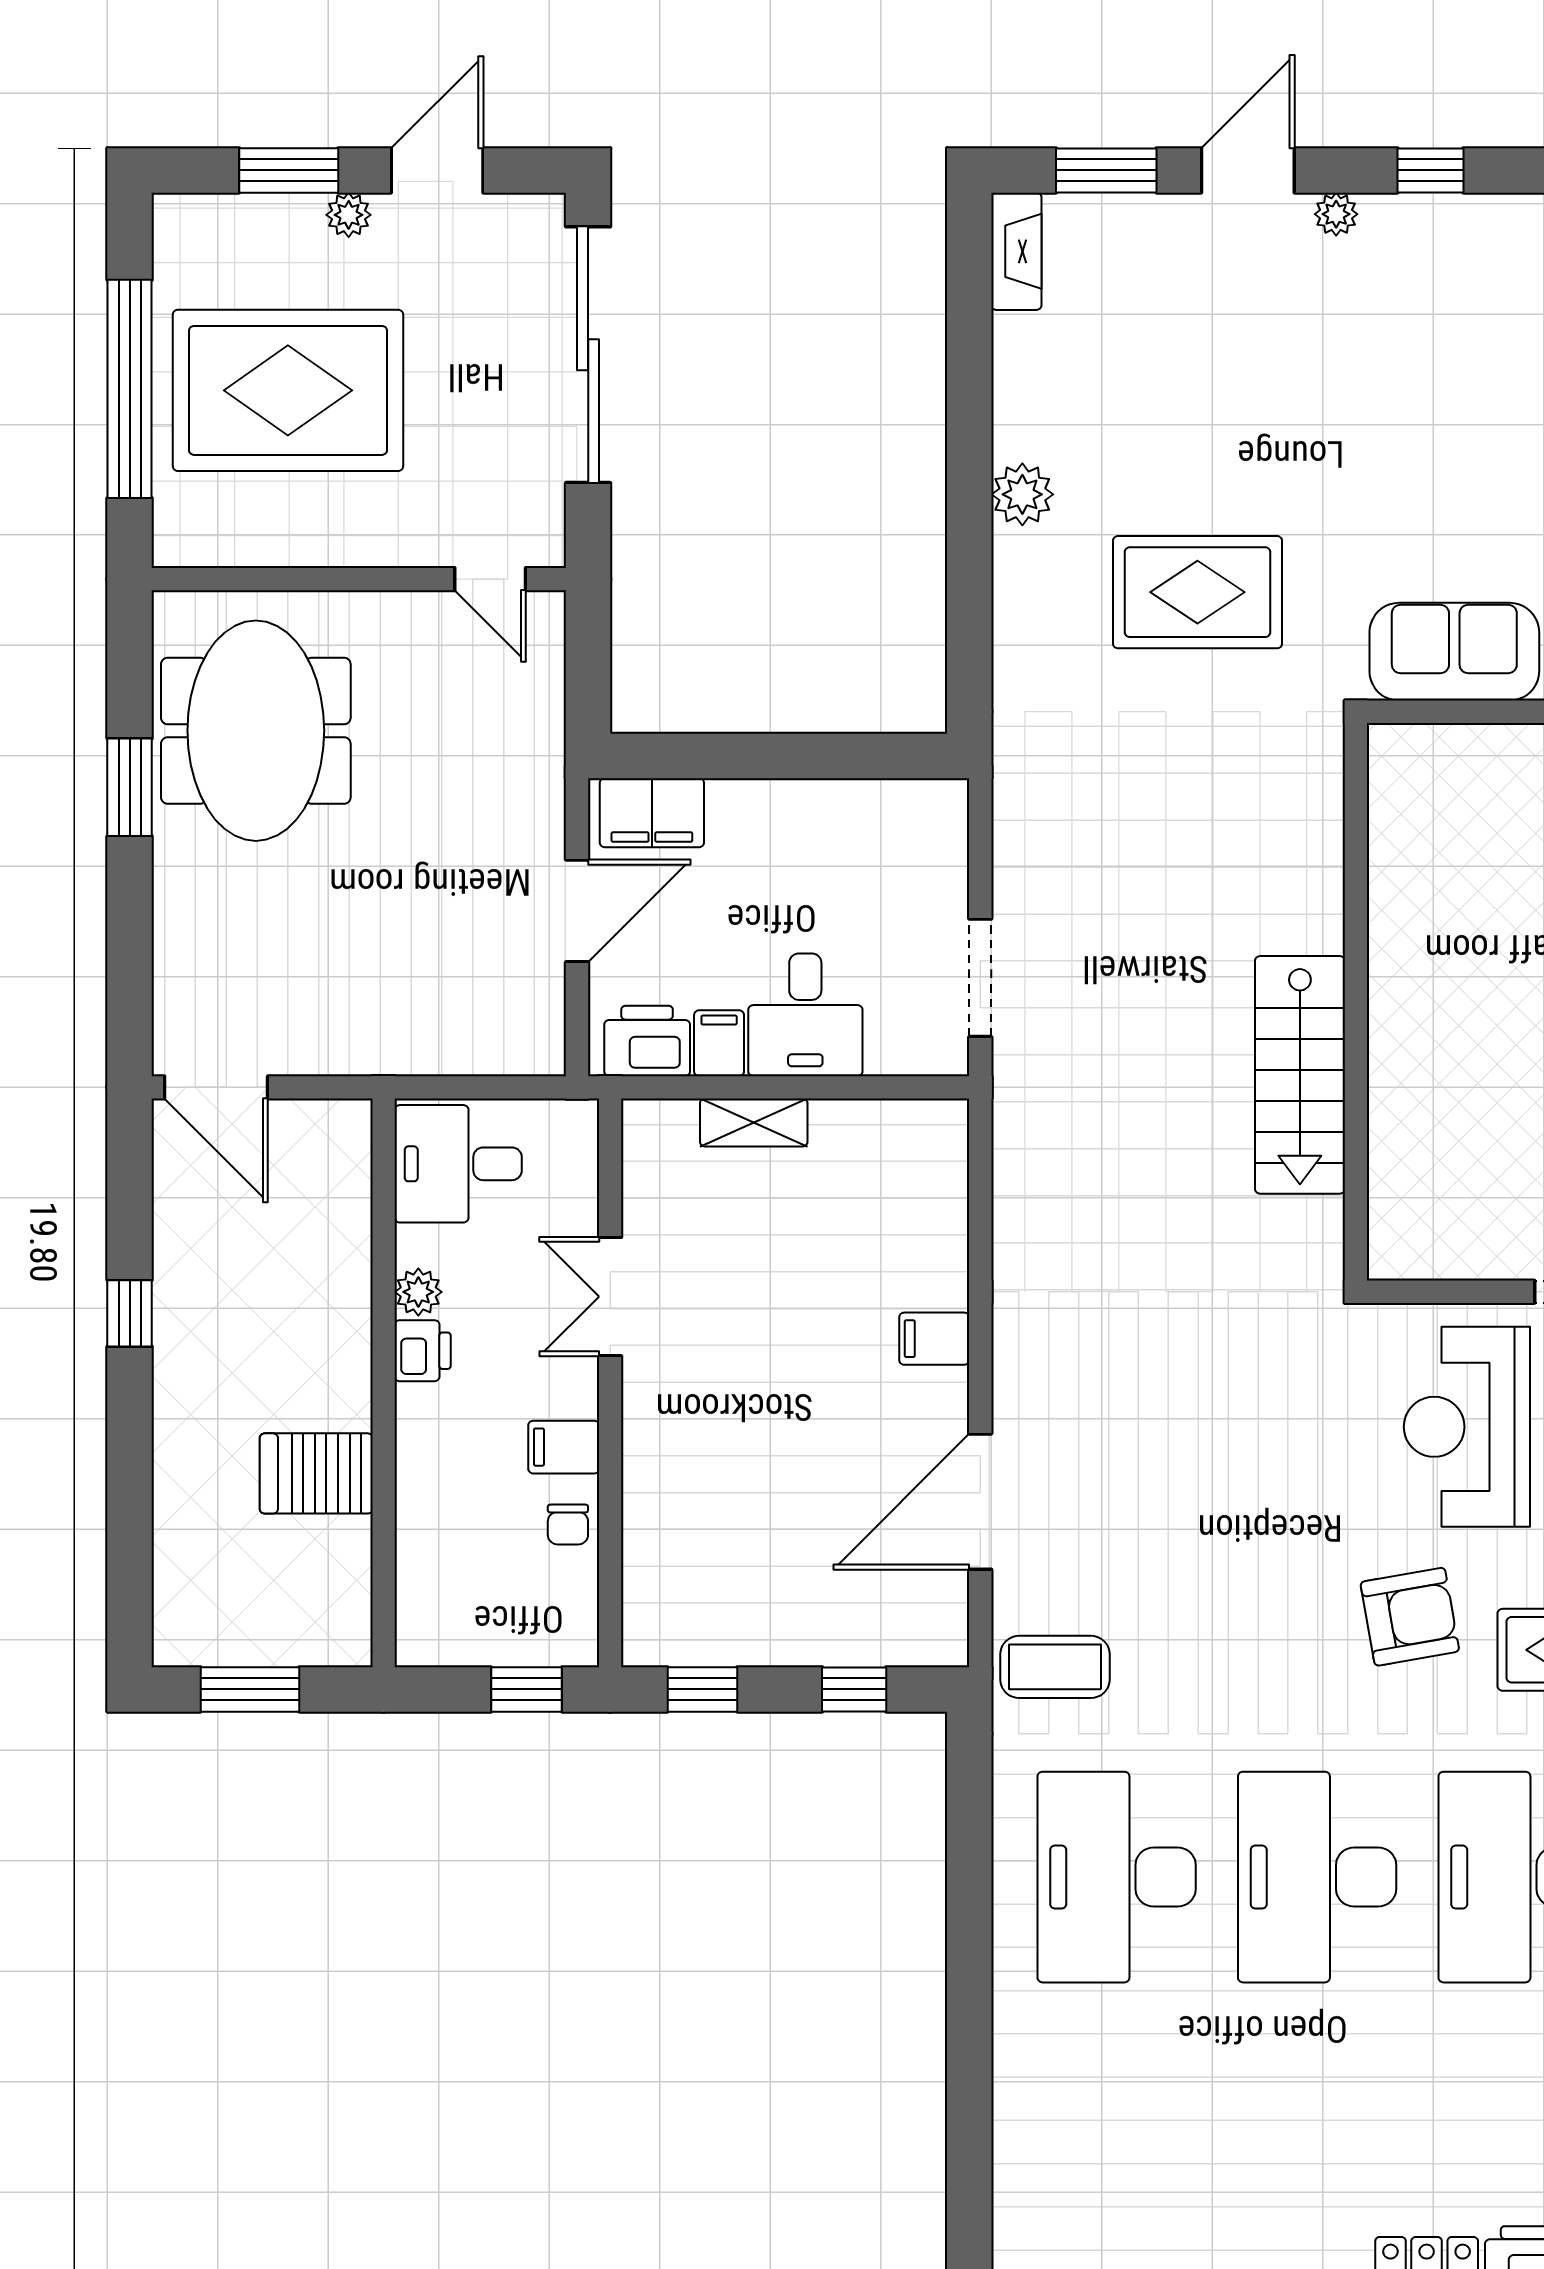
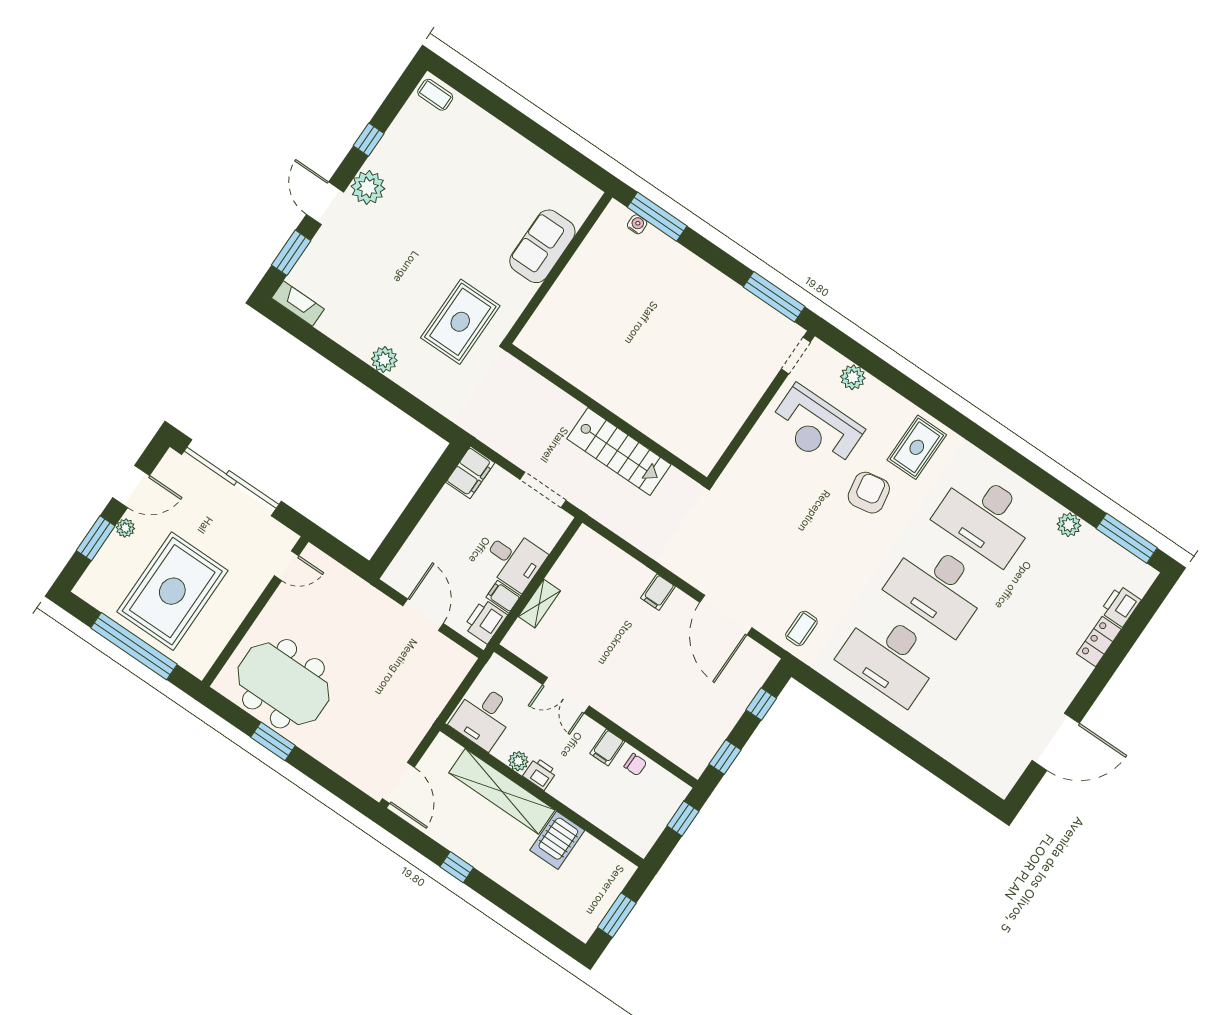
door: (437, 170) -> (131, 486), swing flipped
plant: (1336, 214) -> (368, 187), width x1.87, depth x1.87
filing cabinet: (652, 813) -> (470, 472), moved
wall: (1356, 1002) -> (607, 415), moved
stairs: (1300, 1075) -> (619, 452), moved
door: (216, 1087) -> (398, 783), hinge flipped
shelving: (338, 1300) -> (502, 791), added
coffee table: (1055, 1667) -> (801, 629), width x0.73, depth x0.77

